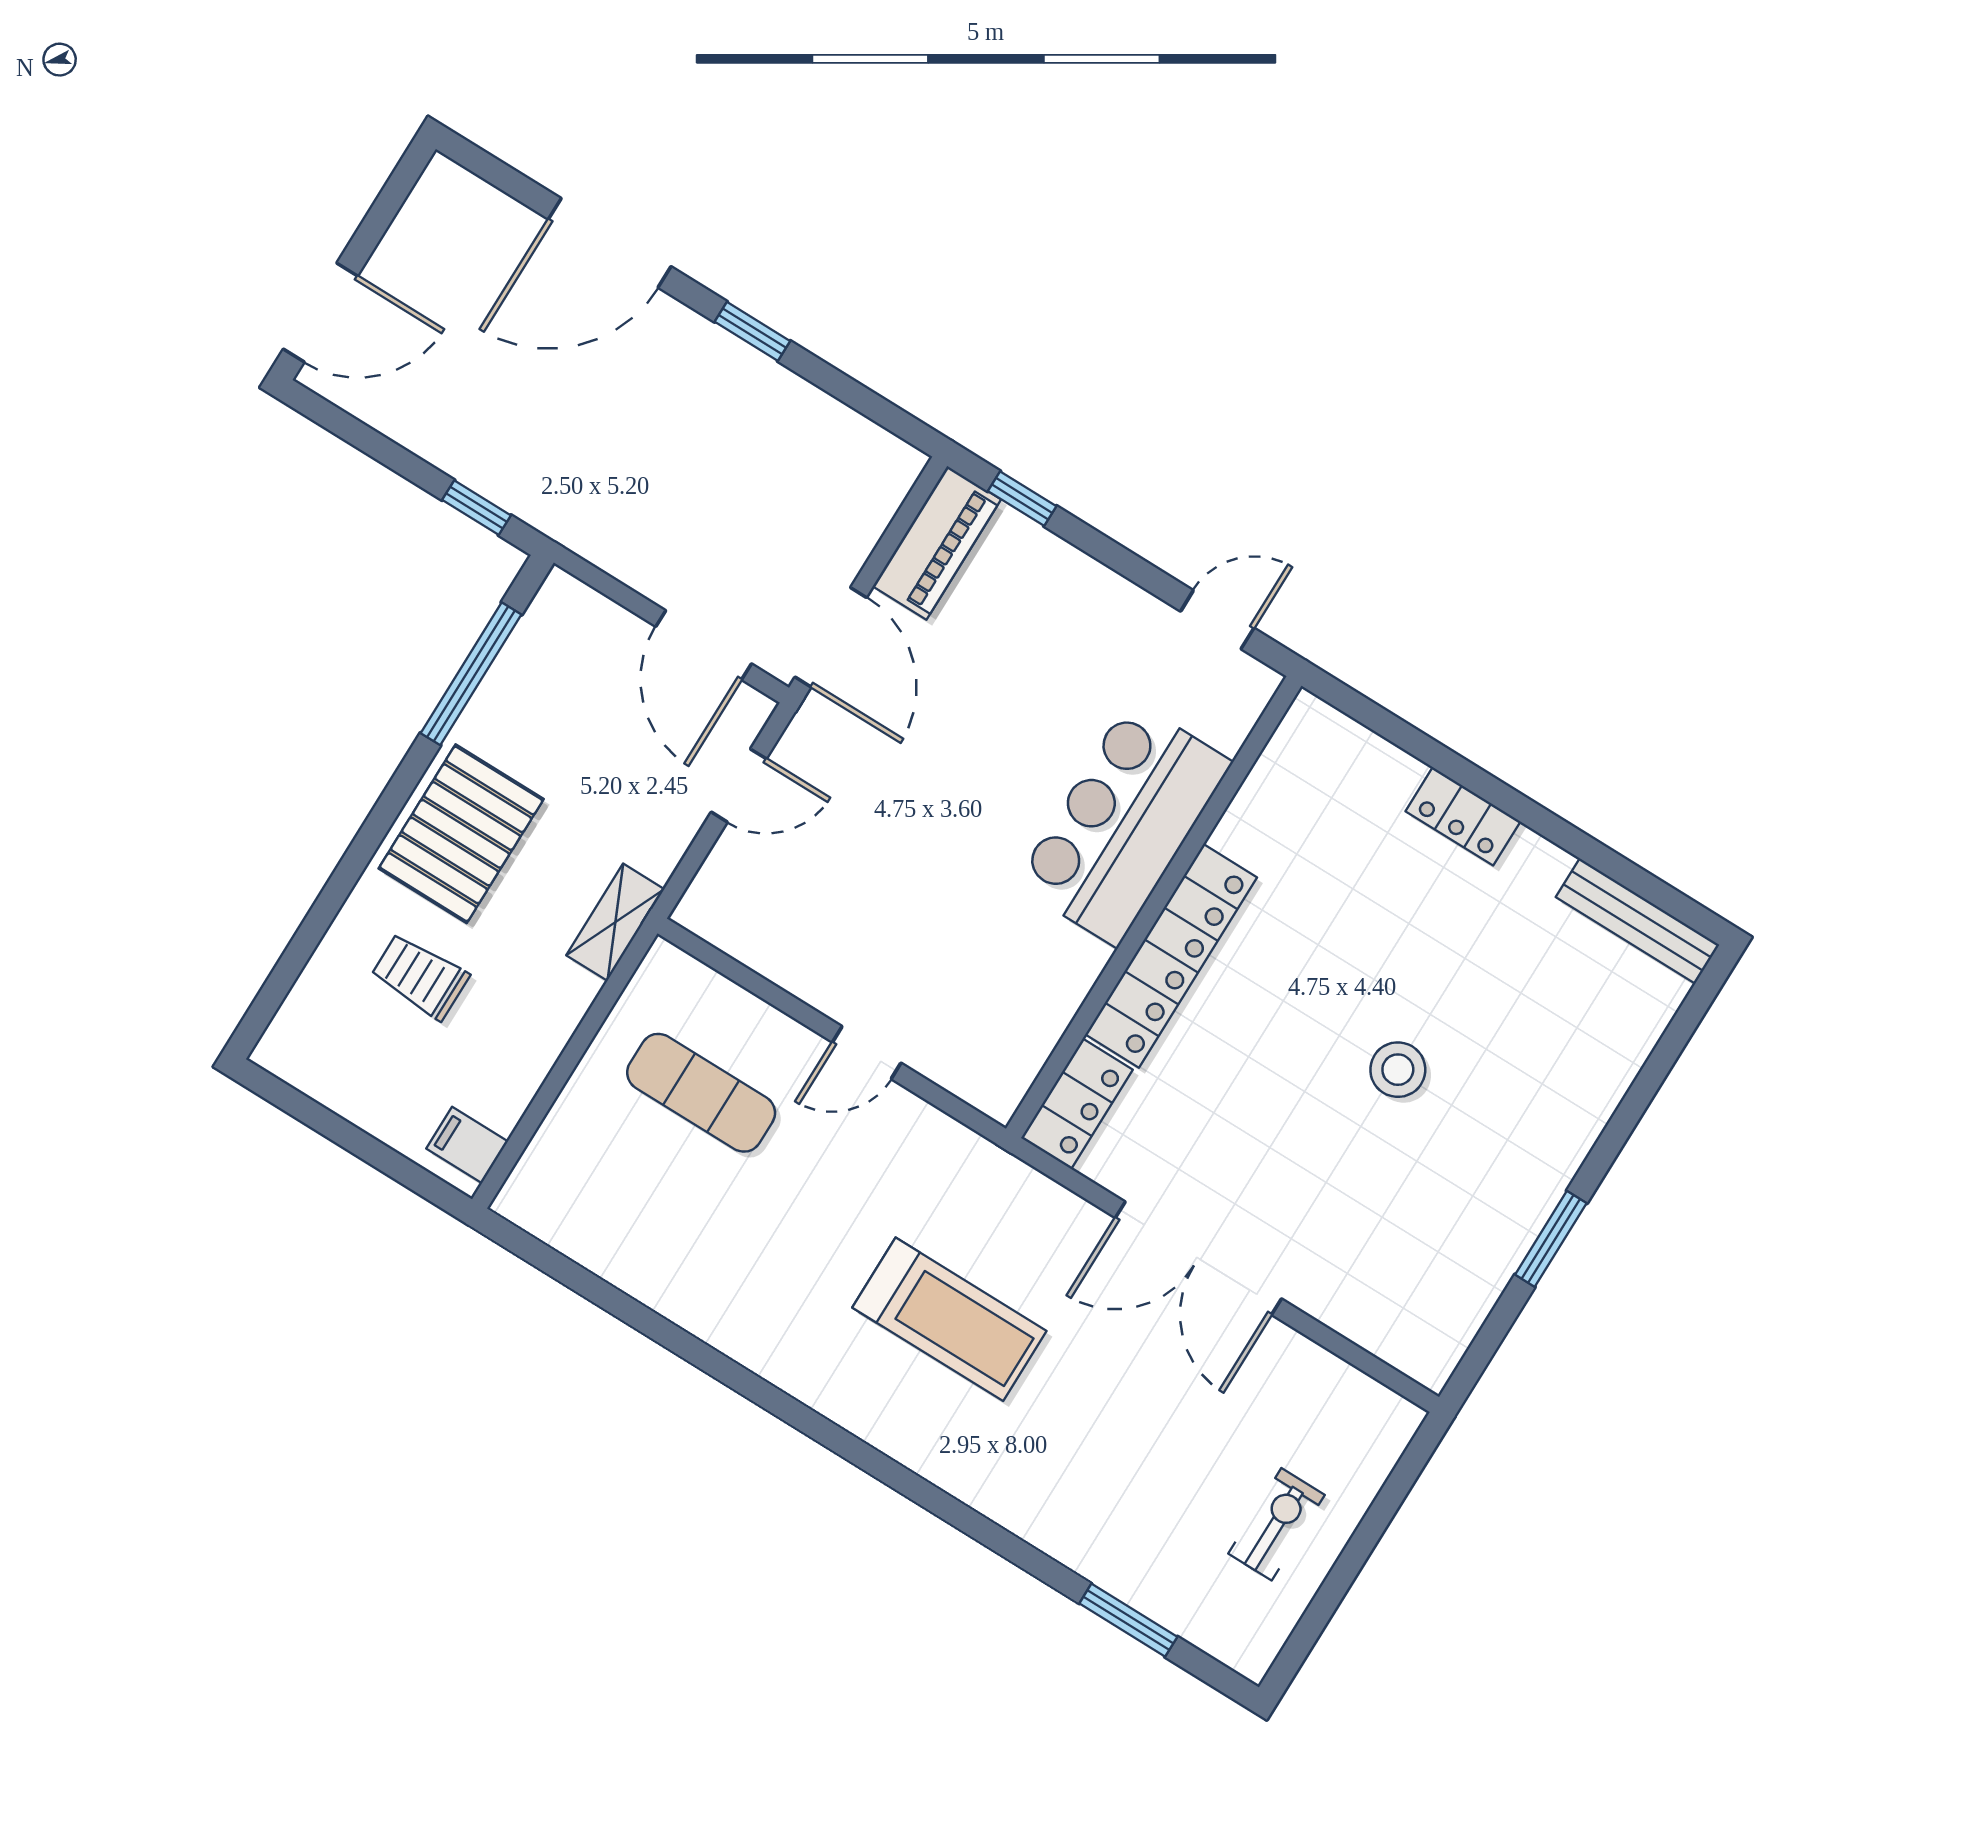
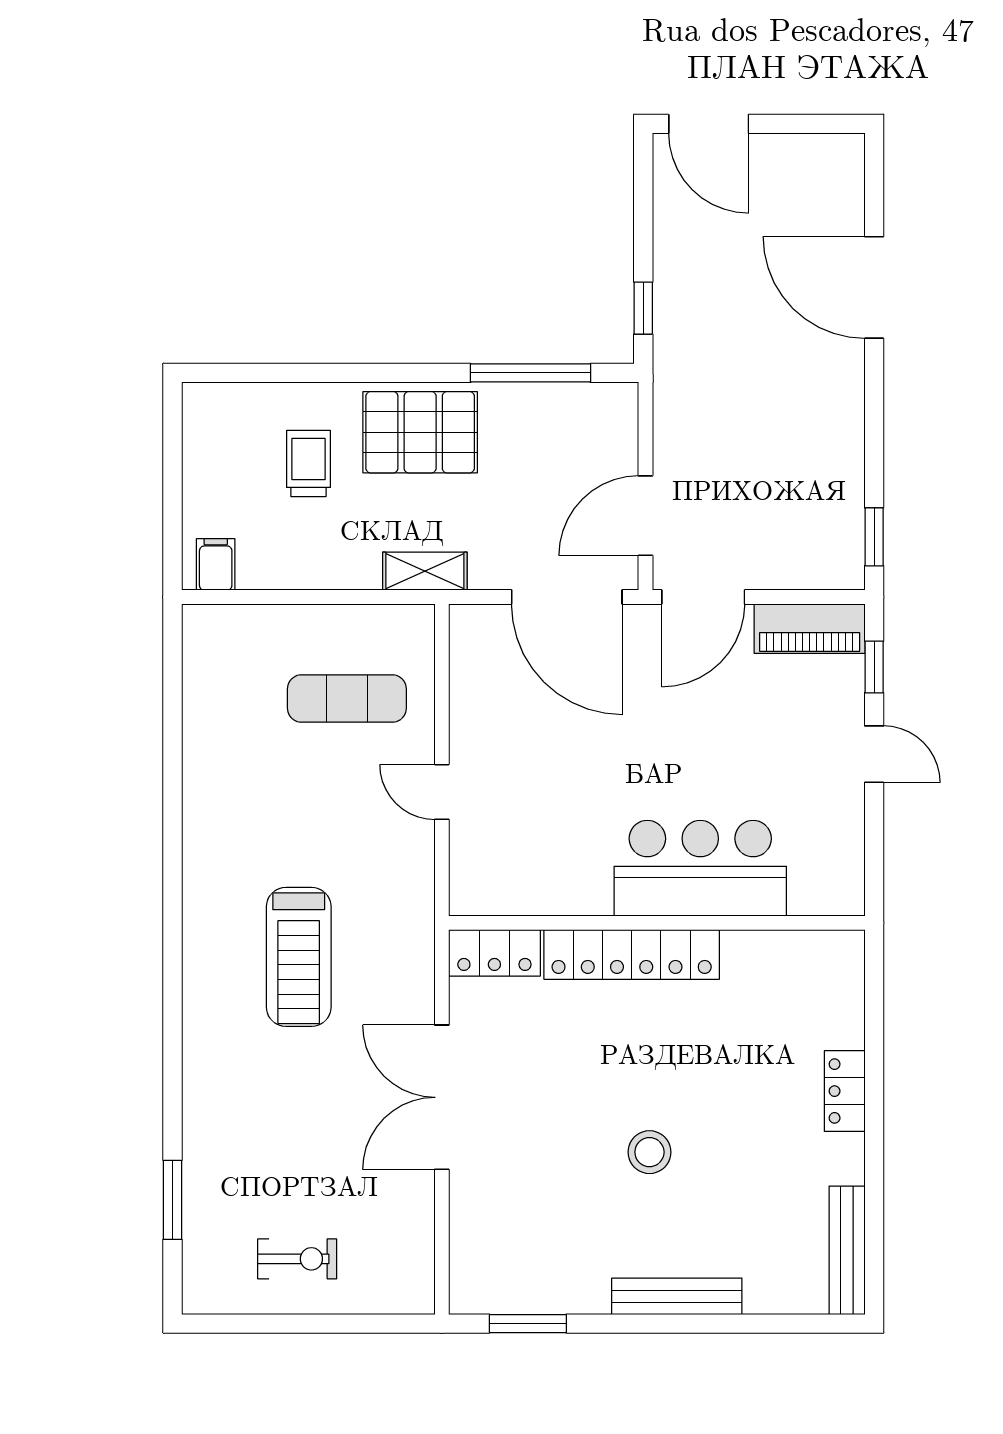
window: (752, 331) -> (874, 537), moved
door: (1217, 620) -> (874, 754), moved
door: (739, 785) -> (567, 597), width x1.88
exercise mat: (701, 1093) -> (347, 699), turned 90
bench: (1573, 1137) -> (677, 1296), added
window: (1551, 1239) -> (528, 1324), moved

